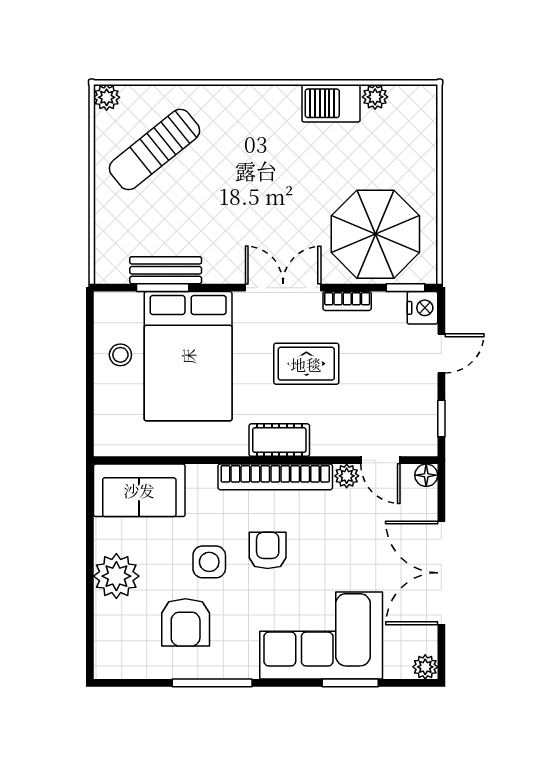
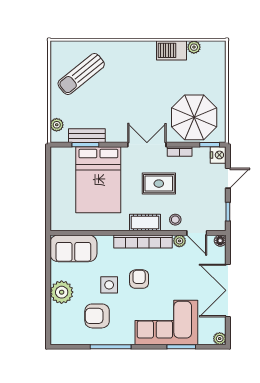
plant: (107, 97) -> (57, 125), moved
stool: (120, 355) -> (175, 220), moved
armchair: (186, 622) -> (97, 316), turned 90

